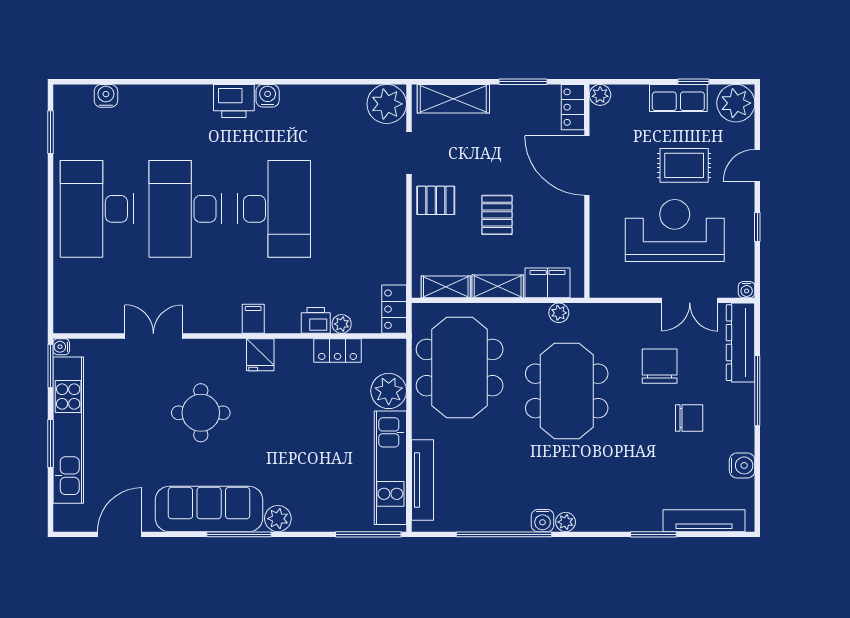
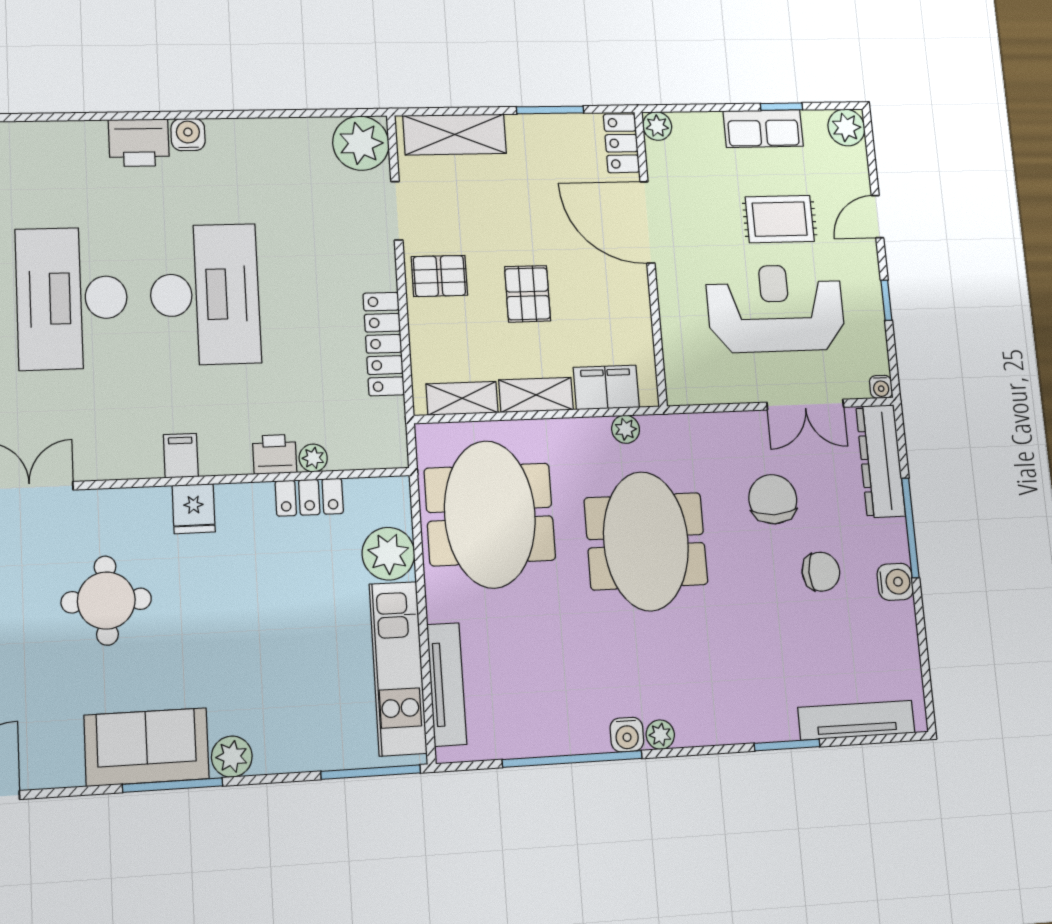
plant: (736, 103) -> (846, 127), width x0.73, depth x0.73
locker: (394, 309) -> (384, 344), moved, width x1.53
water cooler: (742, 465) -> (895, 582), moved
sofa: (209, 509) -> (147, 747), width x0.73

